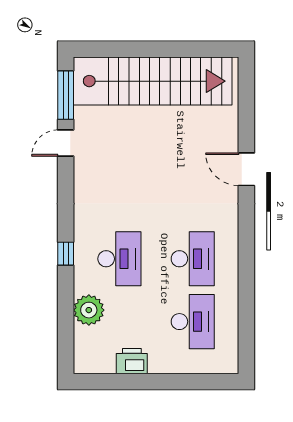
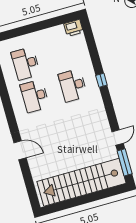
plant: (89, 310) -> (81, 54), removed
printer: (132, 361) -> (73, 28), moved

